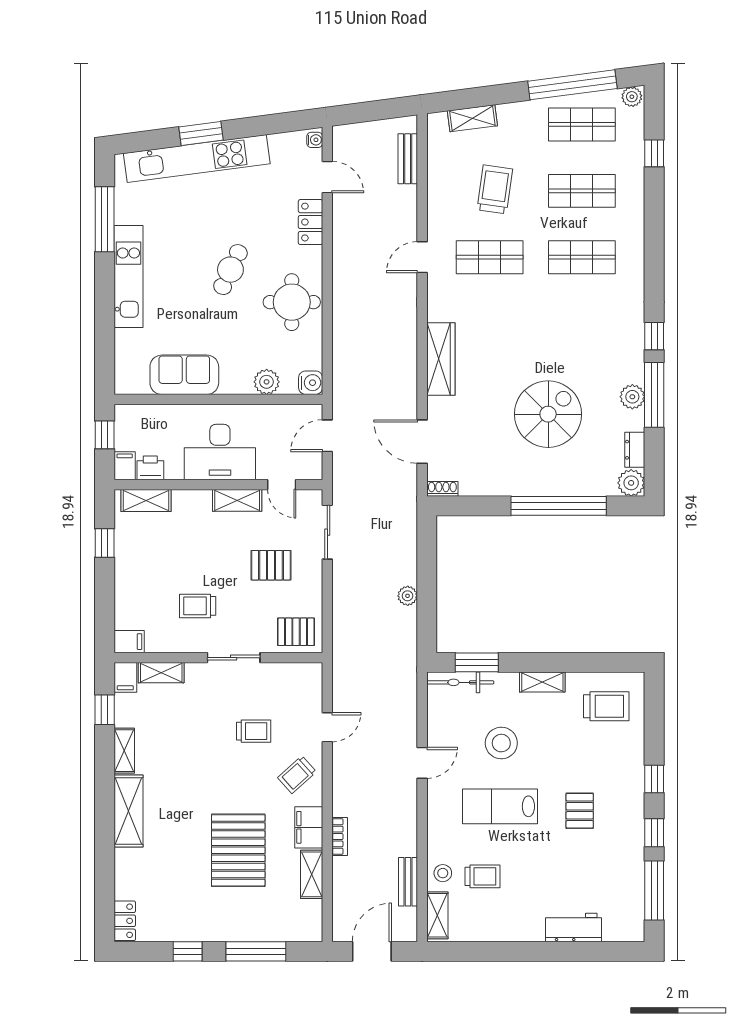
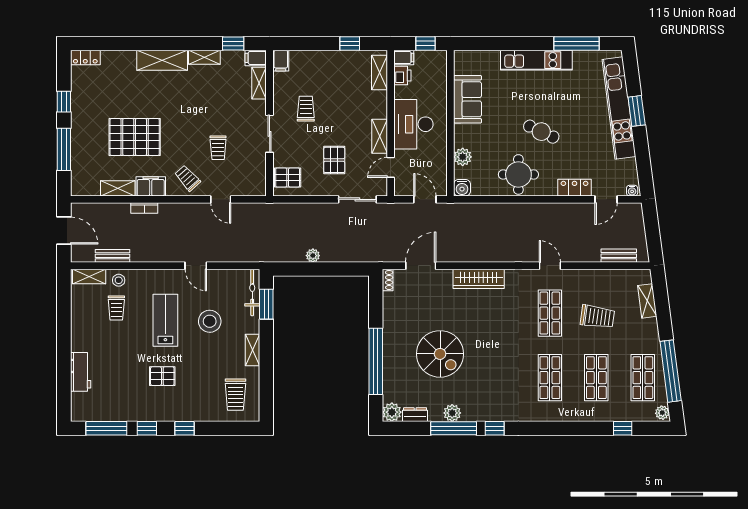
pallet: (296, 632) -> (288, 178), turned 90

